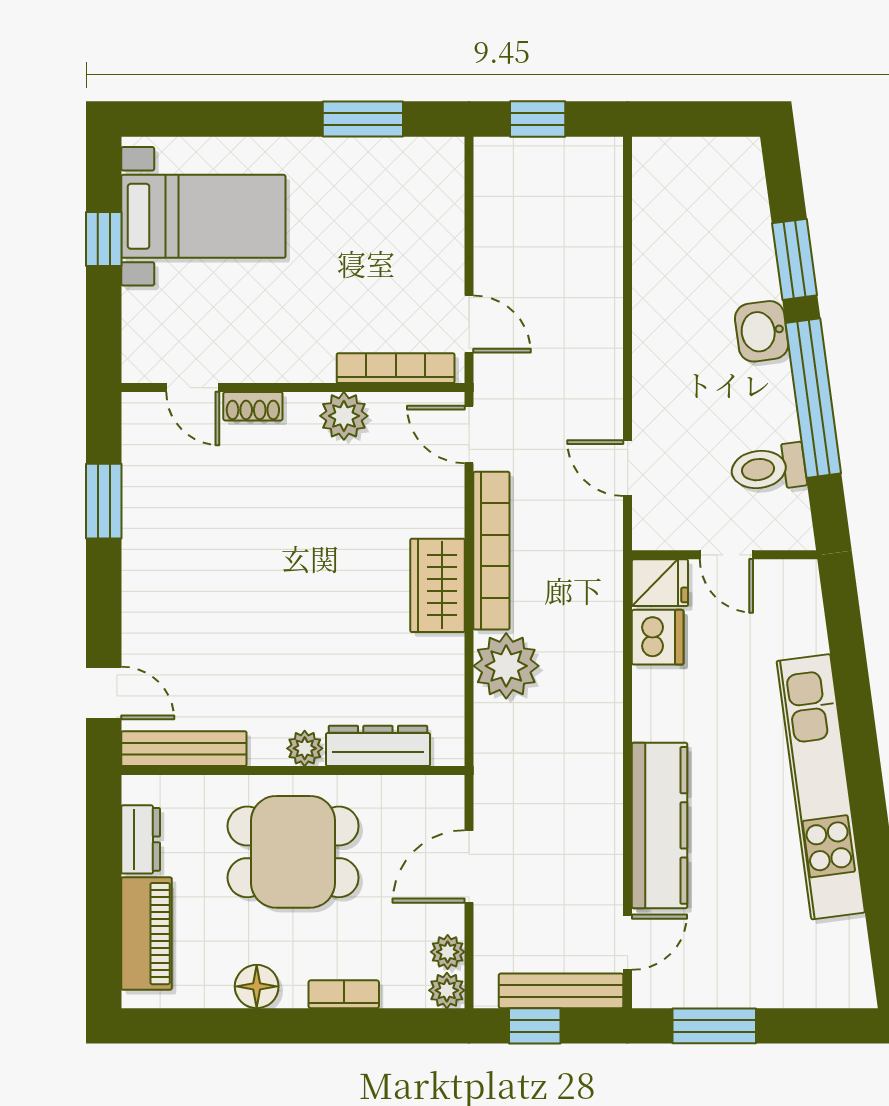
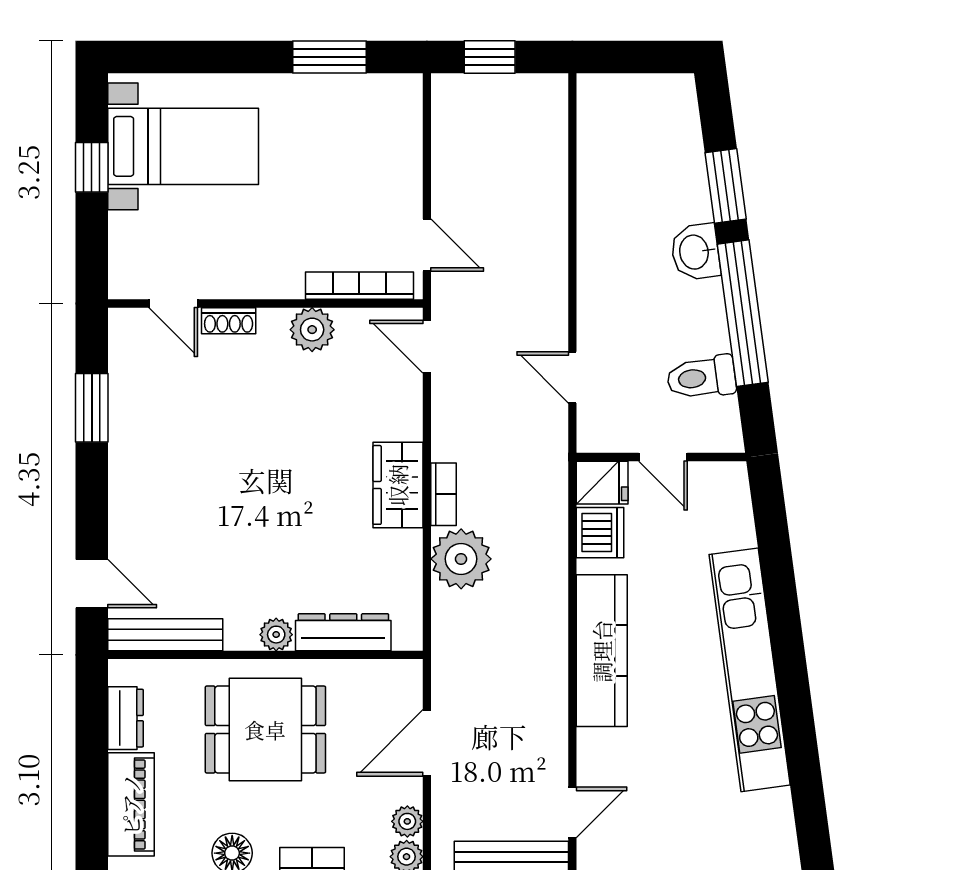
bookcase: (491, 551) -> (444, 494), width x0.43, depth x0.76
kitchen counter: (660, 825) -> (602, 651), moved

